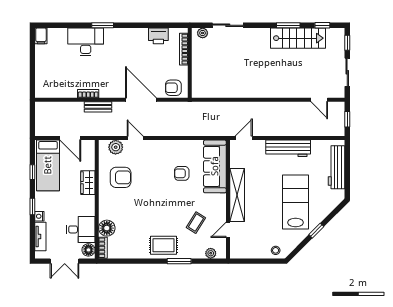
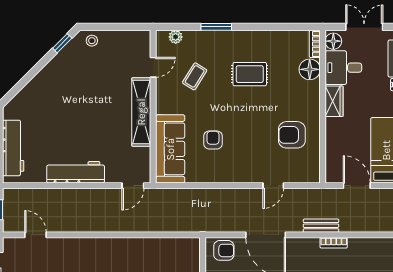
door: (135, 138) -> (273, 186), hinge flipped
plant: (116, 147) -> (298, 174), removed
armchair: (182, 173) -> (213, 140), turned -90
wardrobe: (88, 183) -> (334, 101), moved
lab bench: (296, 202) -> (66, 103), removed
window: (316, 231) -> (62, 43), moved
rug: (164, 245) -> (250, 74), moved

